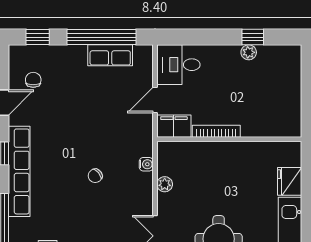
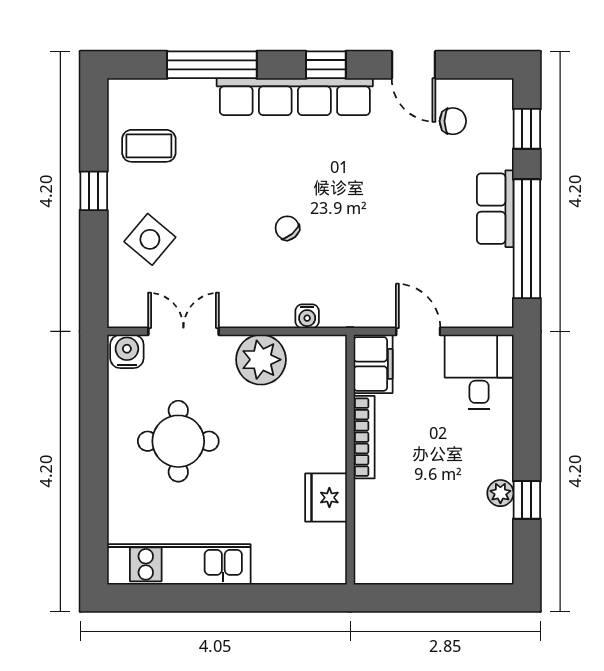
row of seats: (110, 55) -> (495, 209), moved
fridge: (290, 181) -> (326, 498), moved, turned -90
plant: (165, 184) -> (261, 360), width x1.88, depth x1.88

